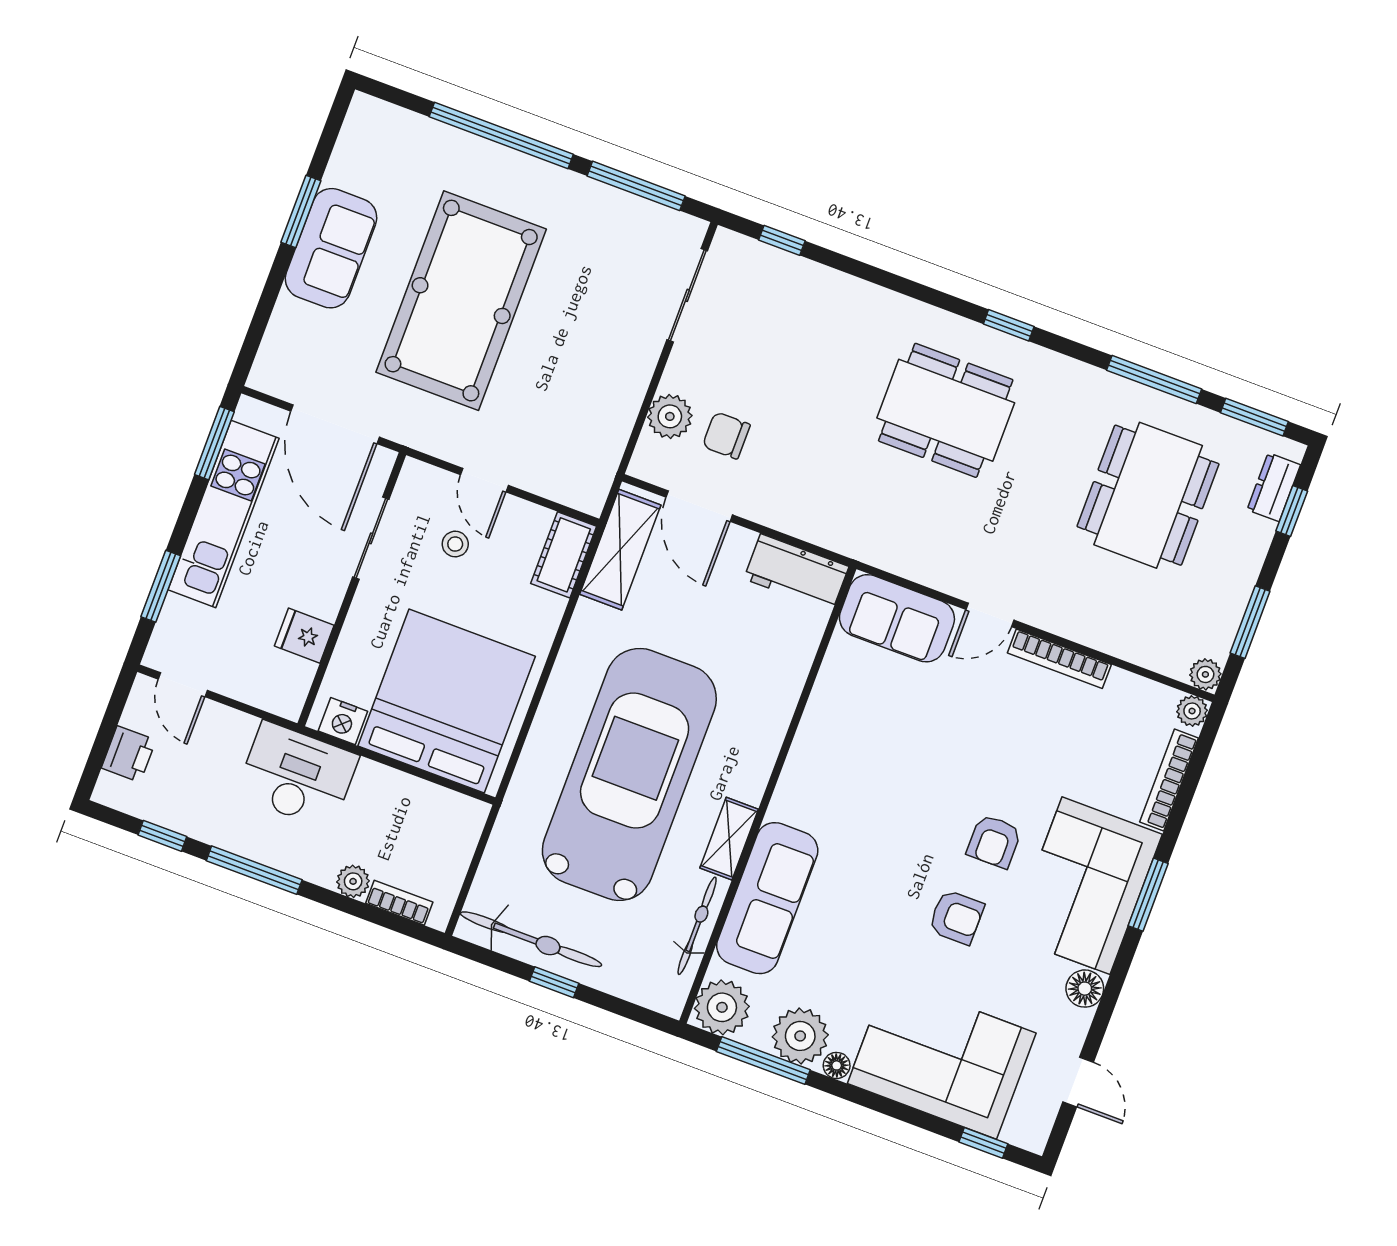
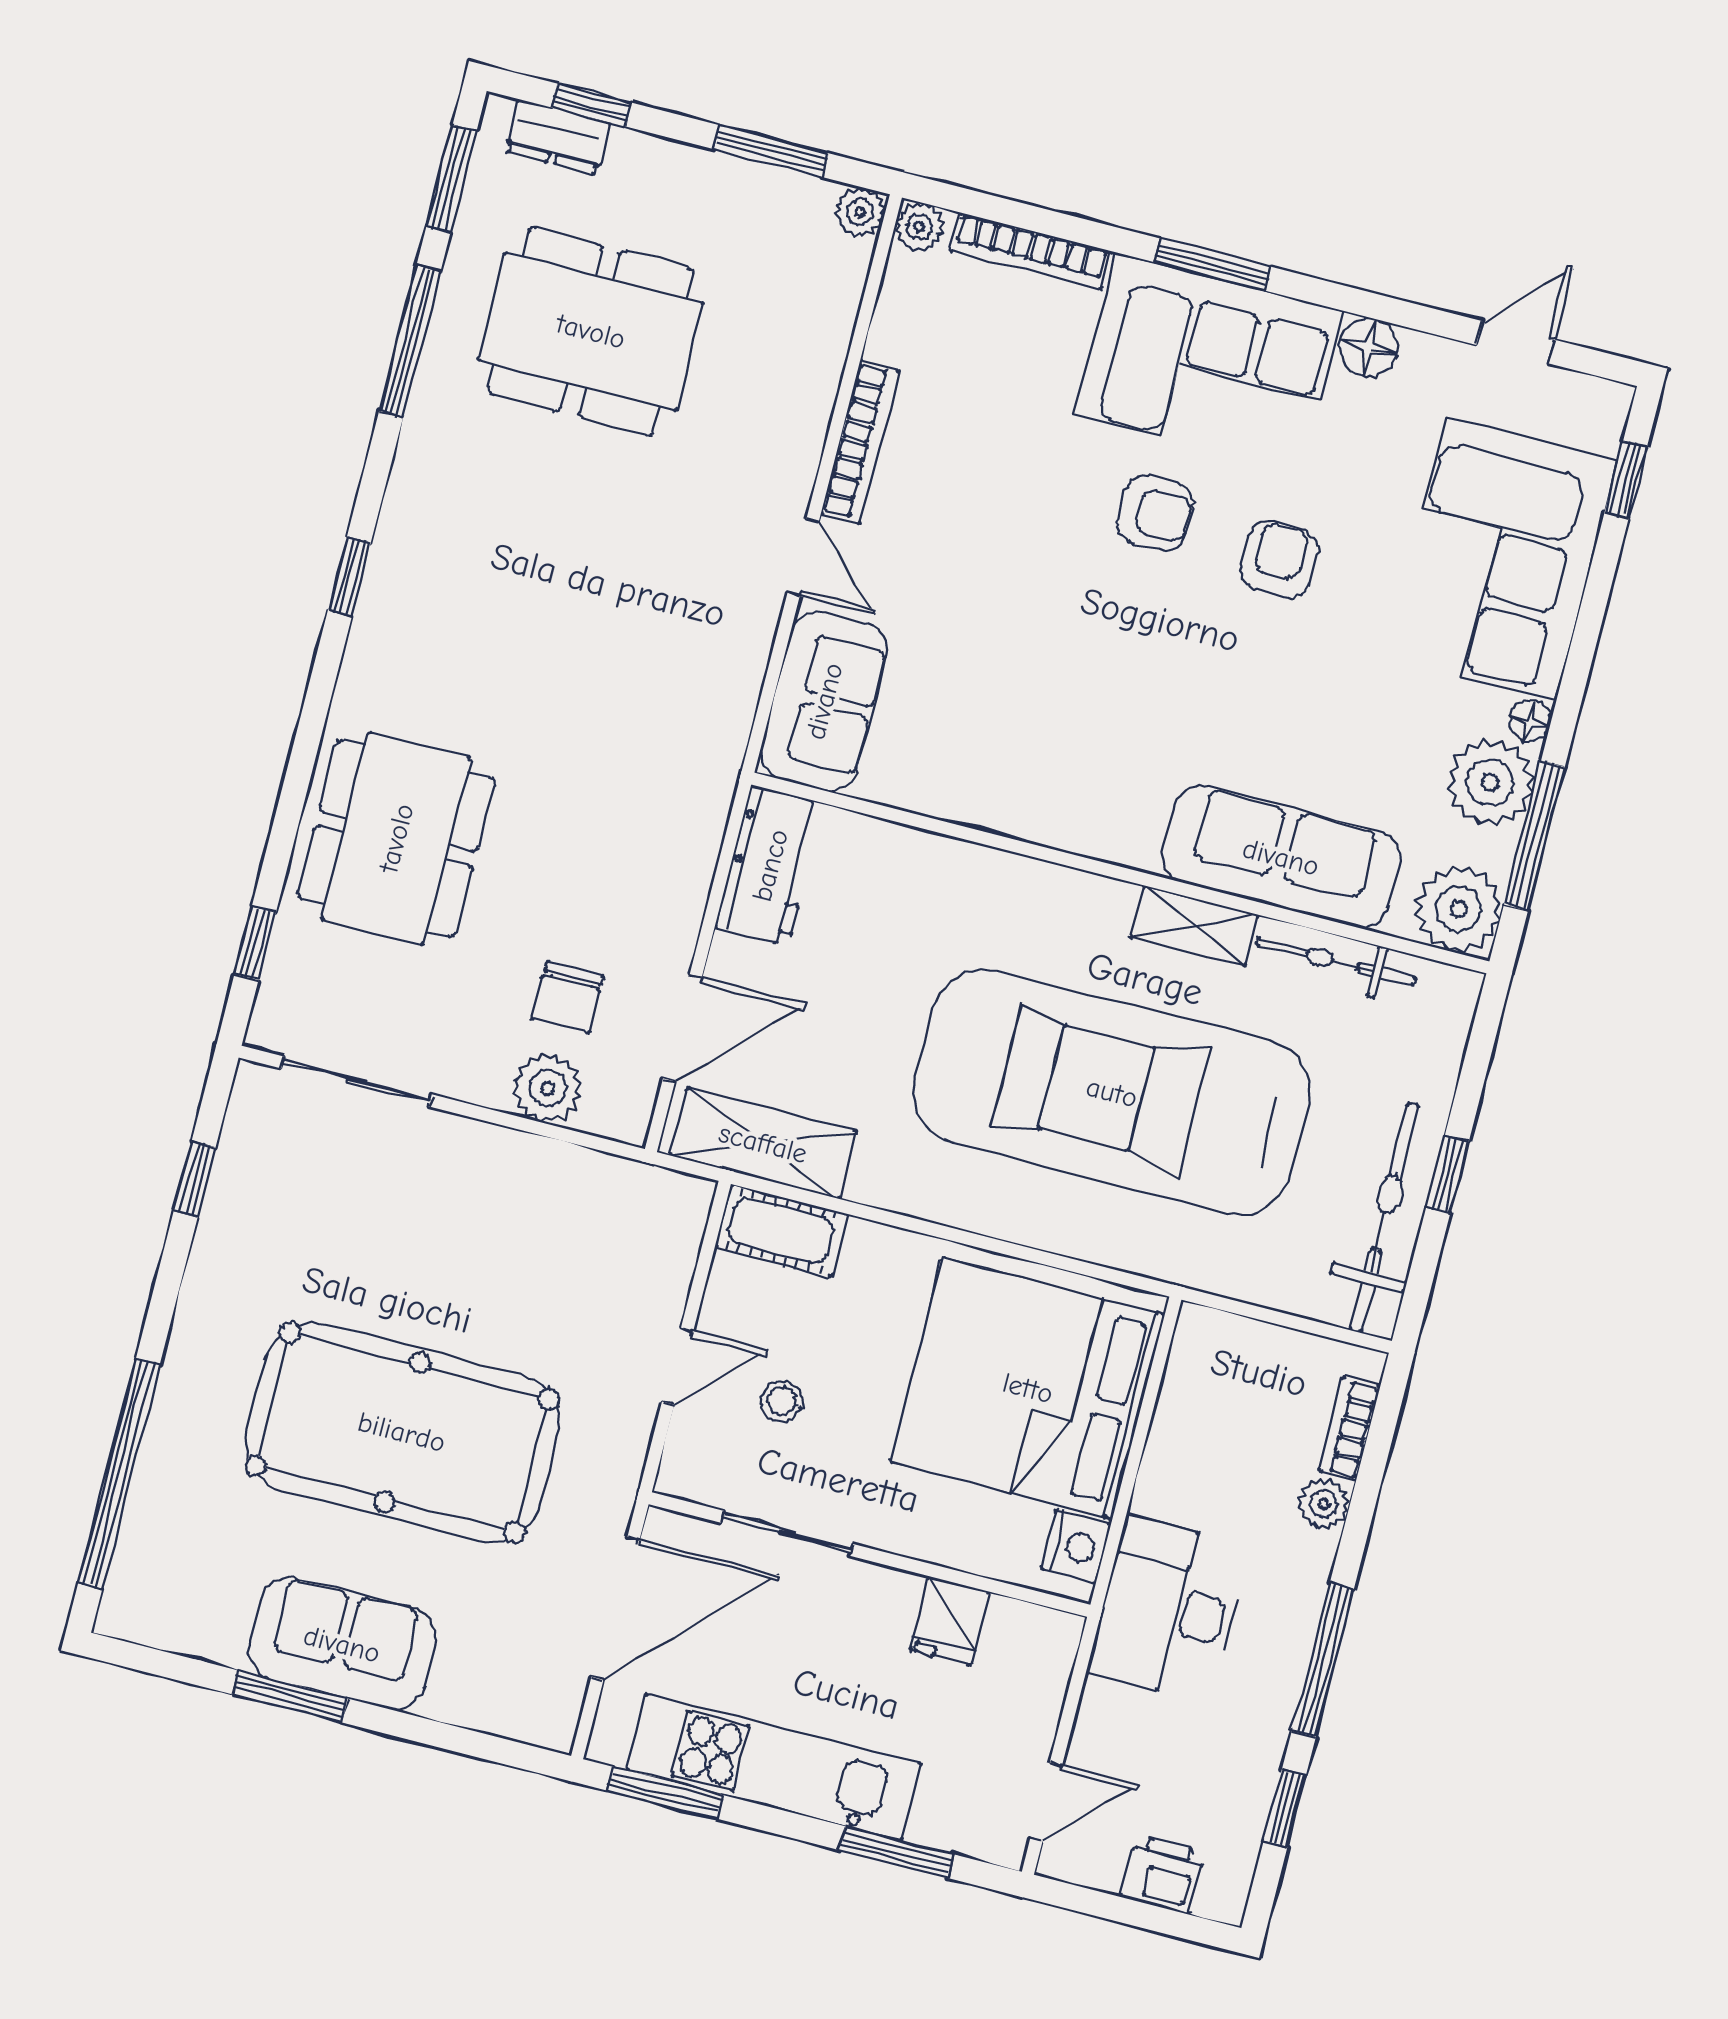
window: (501, 136) -> (119, 1474), moved
window: (636, 186) -> (195, 1179), width x0.46
dining table: (946, 410) -> (396, 838), moved

